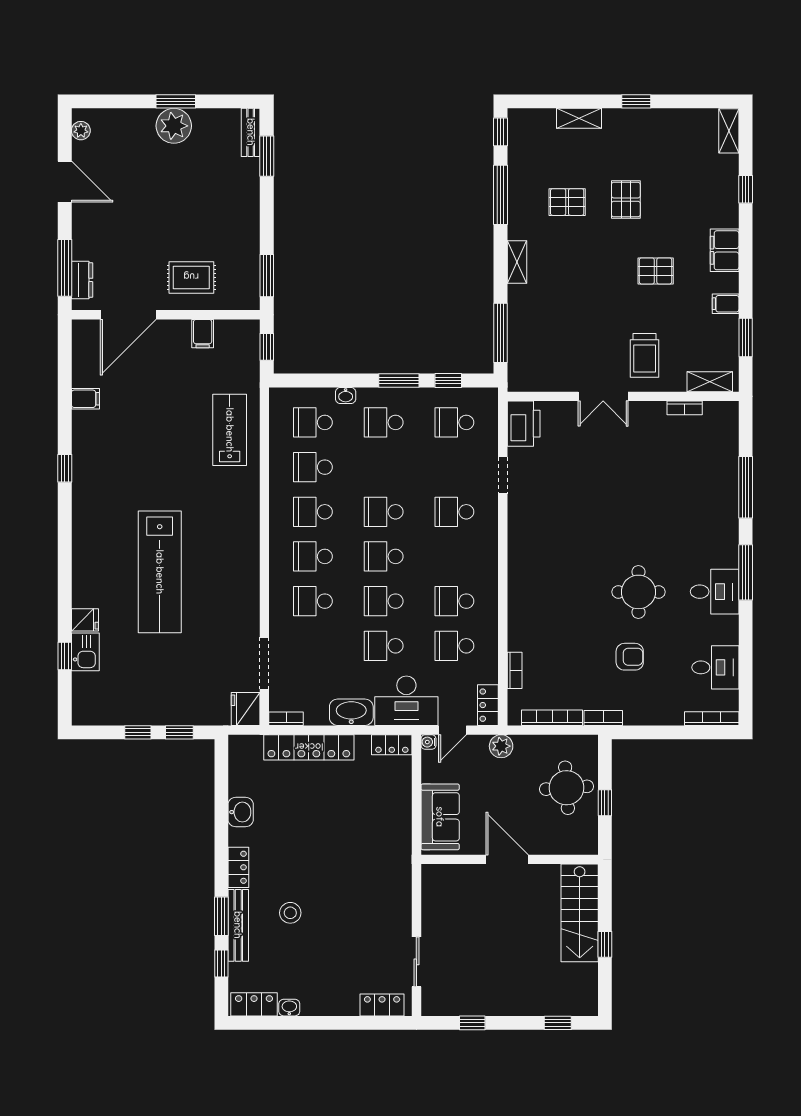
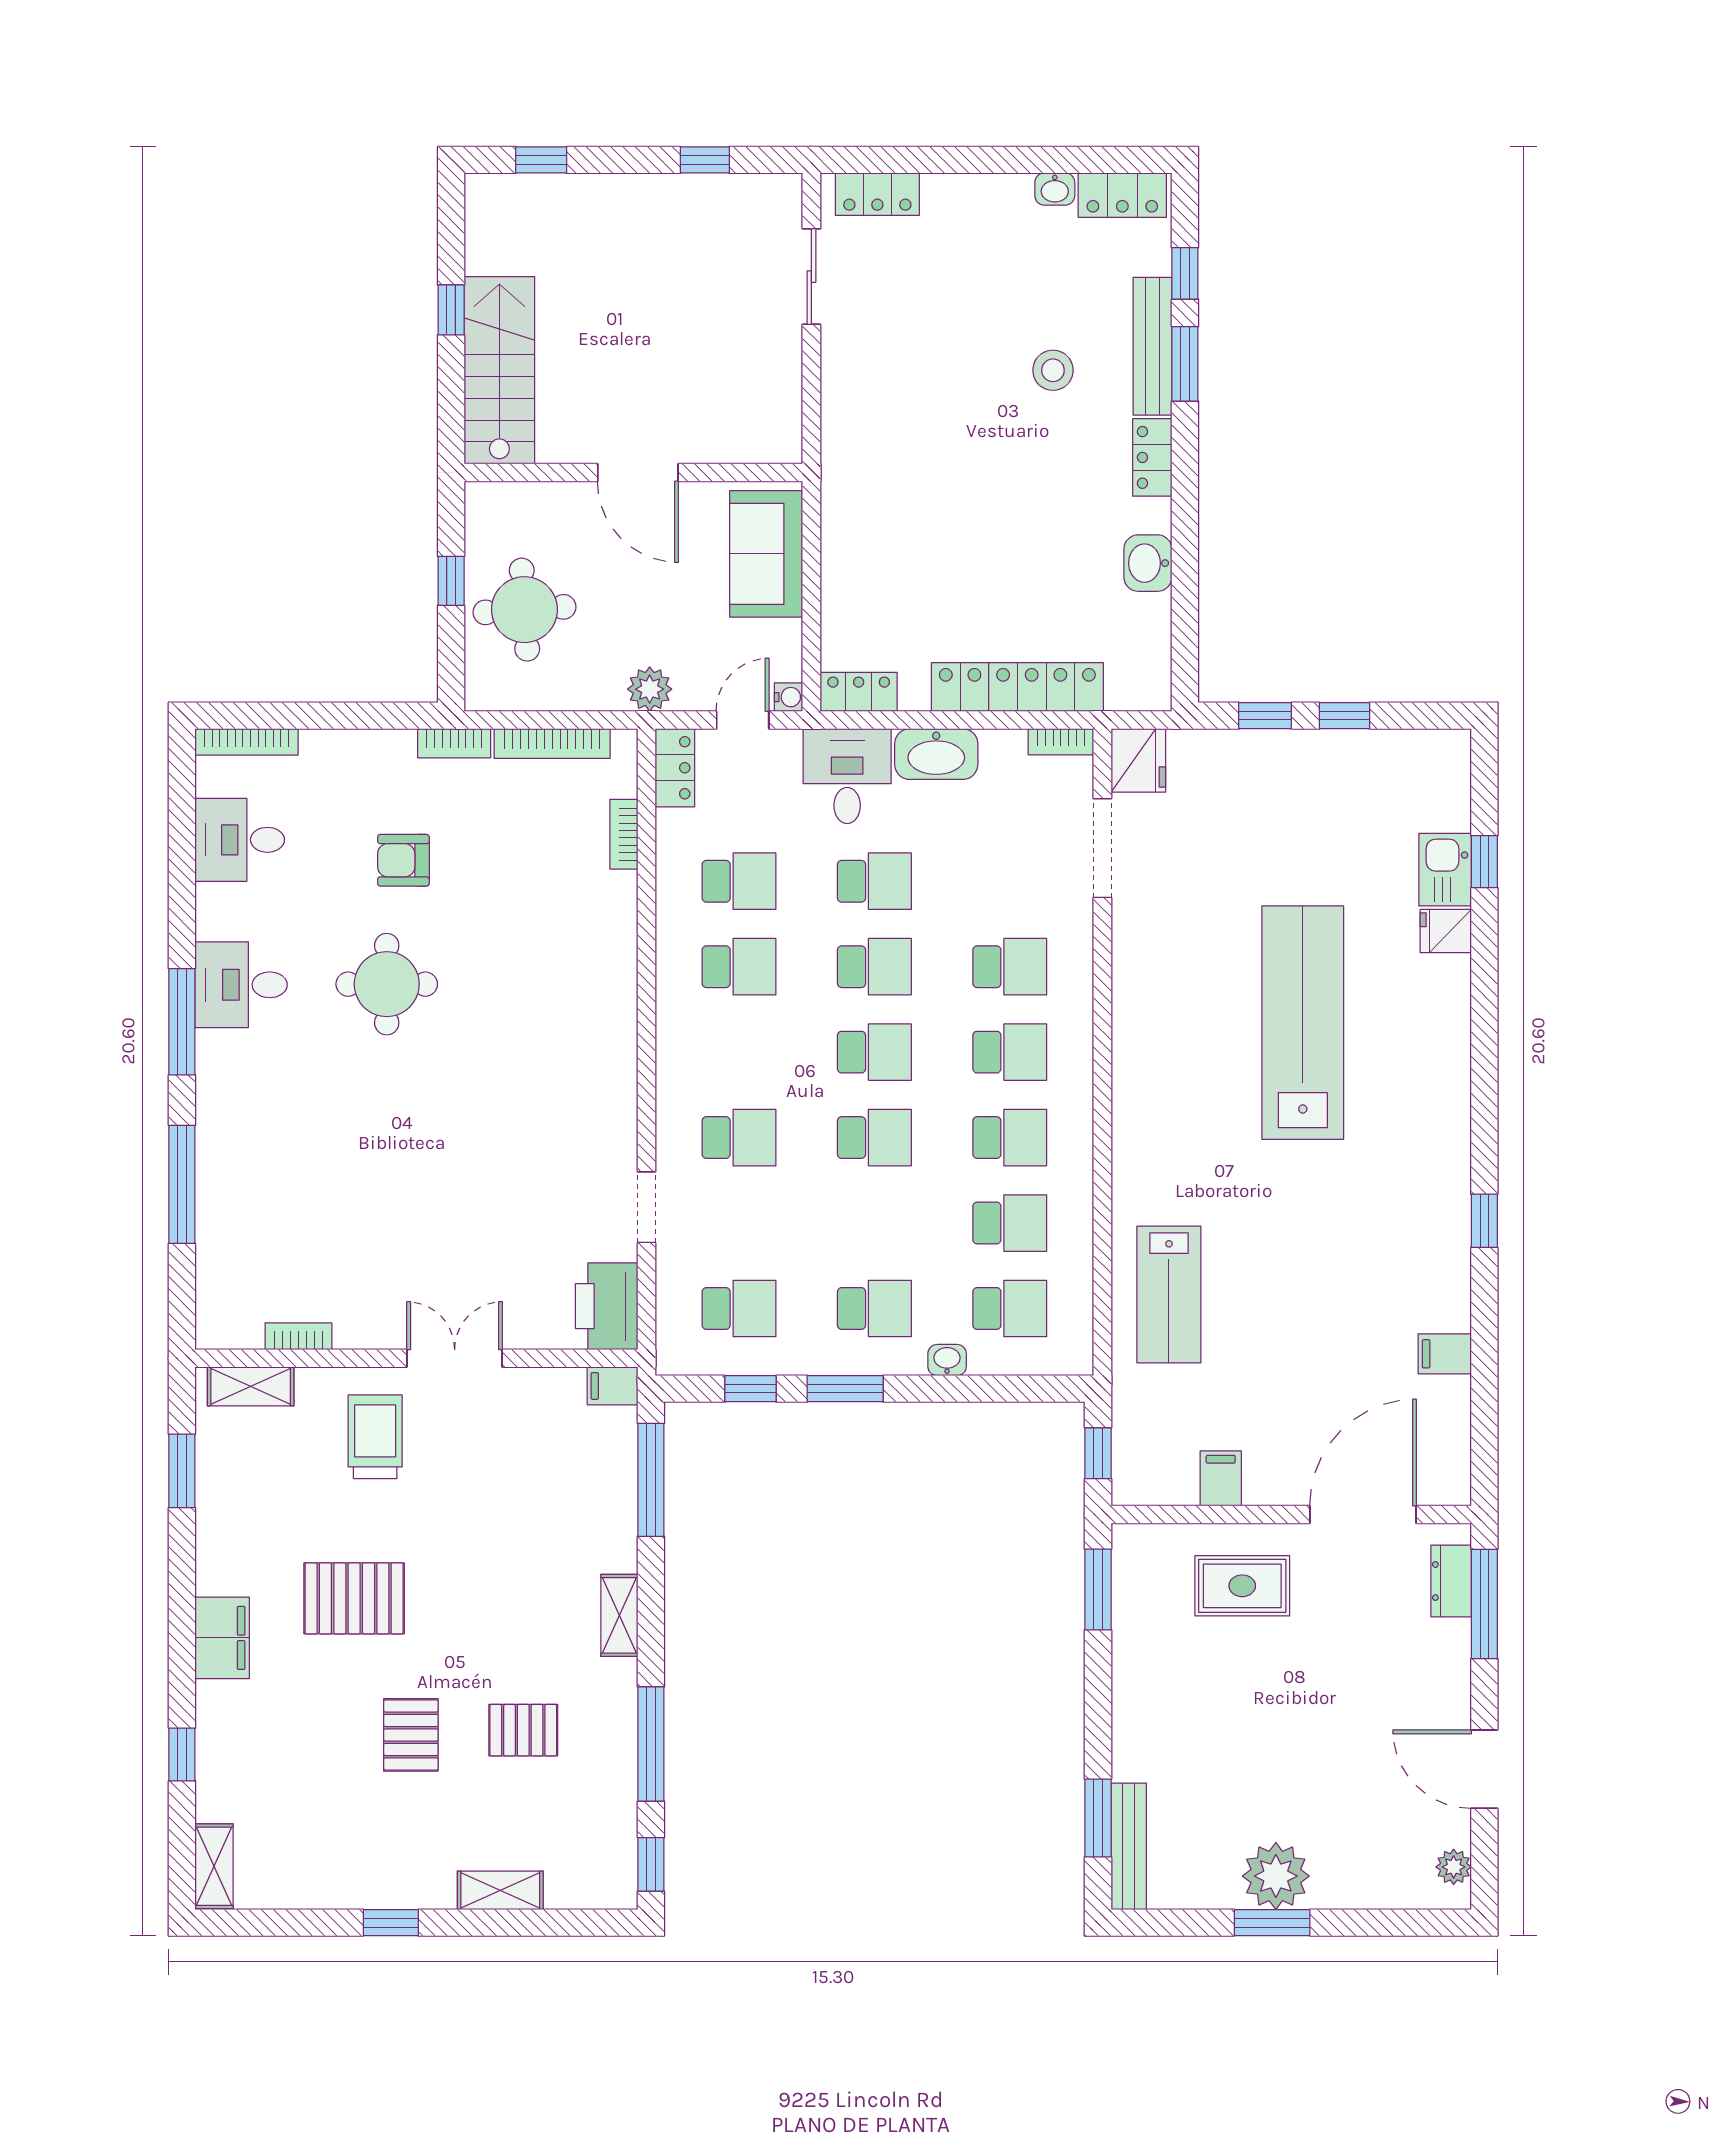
bench: (251, 132) -> (1129, 1846), width x1.36
pallet: (656, 271) -> (354, 1598), width x1.50, depth x1.42
filing cabinet: (726, 304) -> (612, 1386), moved, turned 180
desk: (406, 701) -> (847, 776), width x0.73

